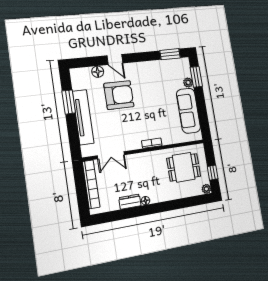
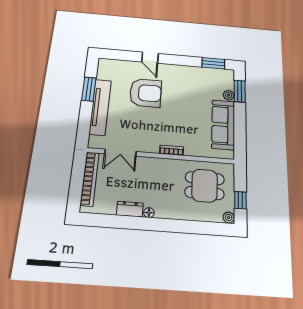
floor lamp: (98, 72) -> (128, 66), removed

